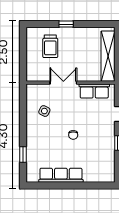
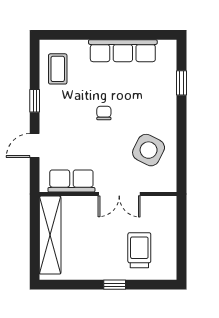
side table: (44, 111) -> (149, 150), width x1.87, depth x1.87
coffee table: (103, 163) -> (58, 69), added

